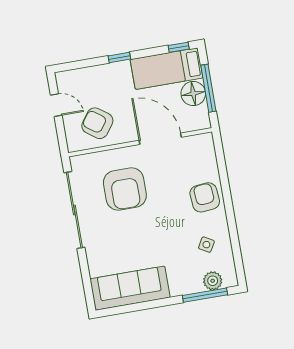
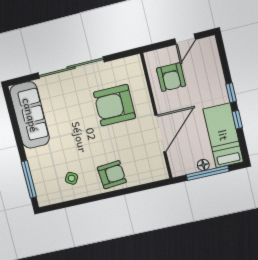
window: (179, 47) -> (237, 120), moved
floor lamp: (193, 94) -> (203, 165), width x0.53, depth x0.53
armchair: (97, 123) -> (171, 77), turned 144
sliding door: (74, 210) -> (71, 67), moved
plant: (213, 281) -> (41, 185), removed

